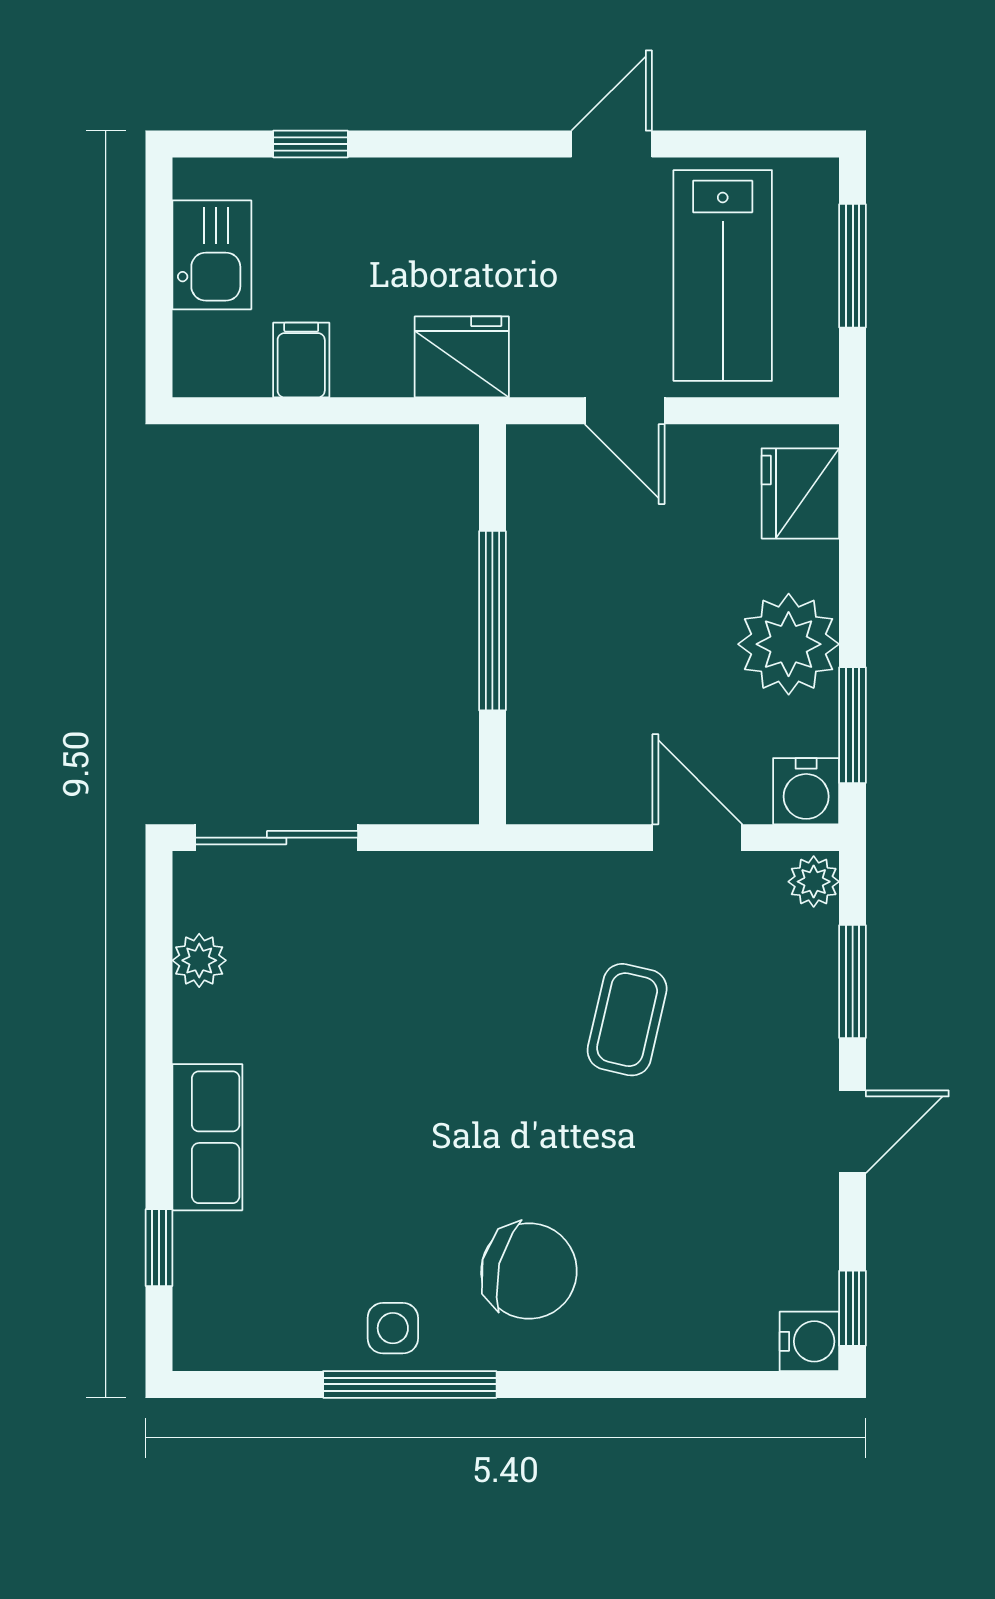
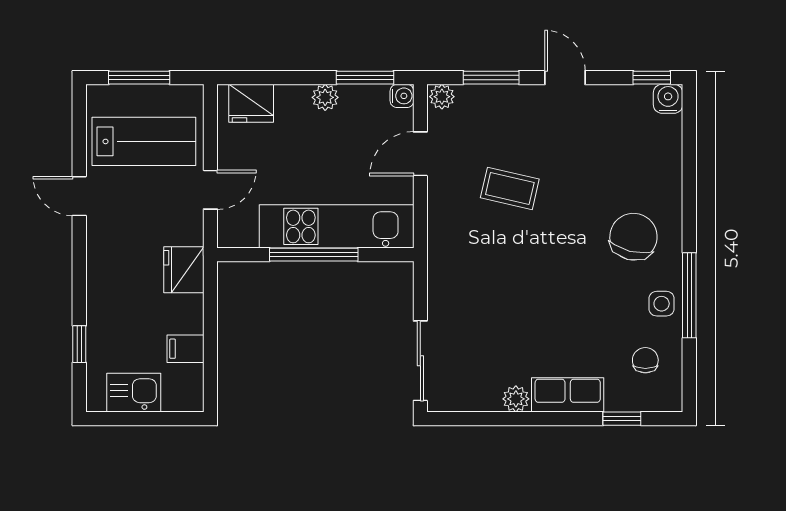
plant: (789, 644) -> (325, 97), width x0.53, depth x0.53
kitchen unit: (550, 667) -> (336, 226), added
water cooler: (806, 791) -> (402, 96), width x0.72, depth x0.72
plant: (199, 960) -> (516, 399), moved
chair: (278, 1295) -> (645, 360), added

